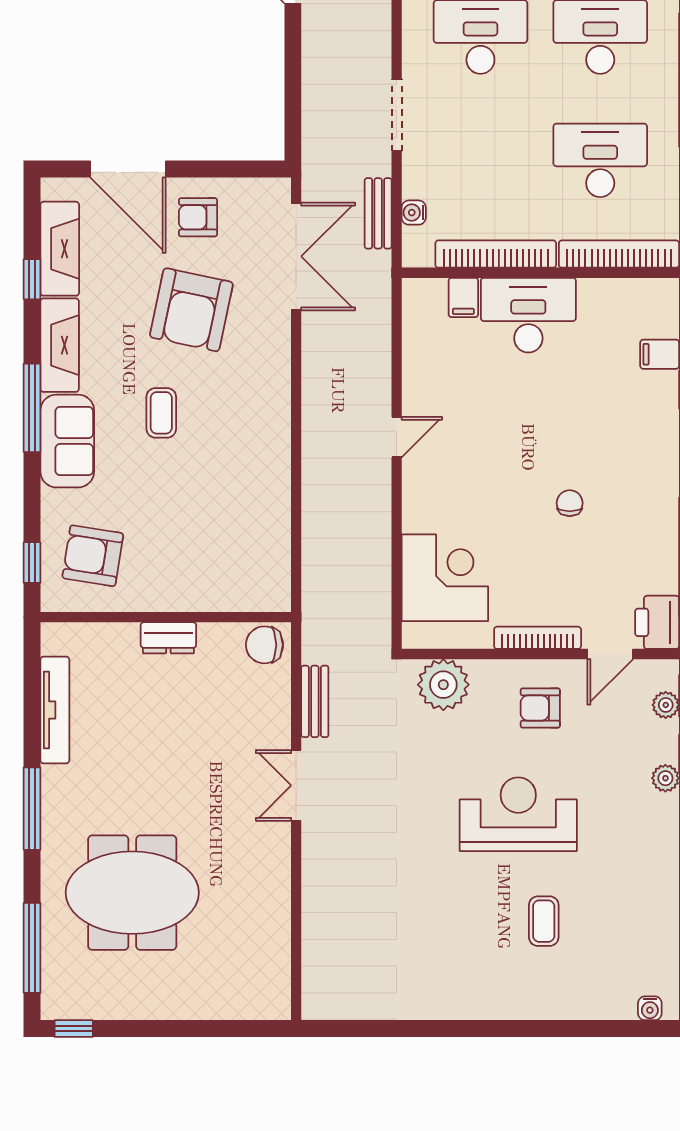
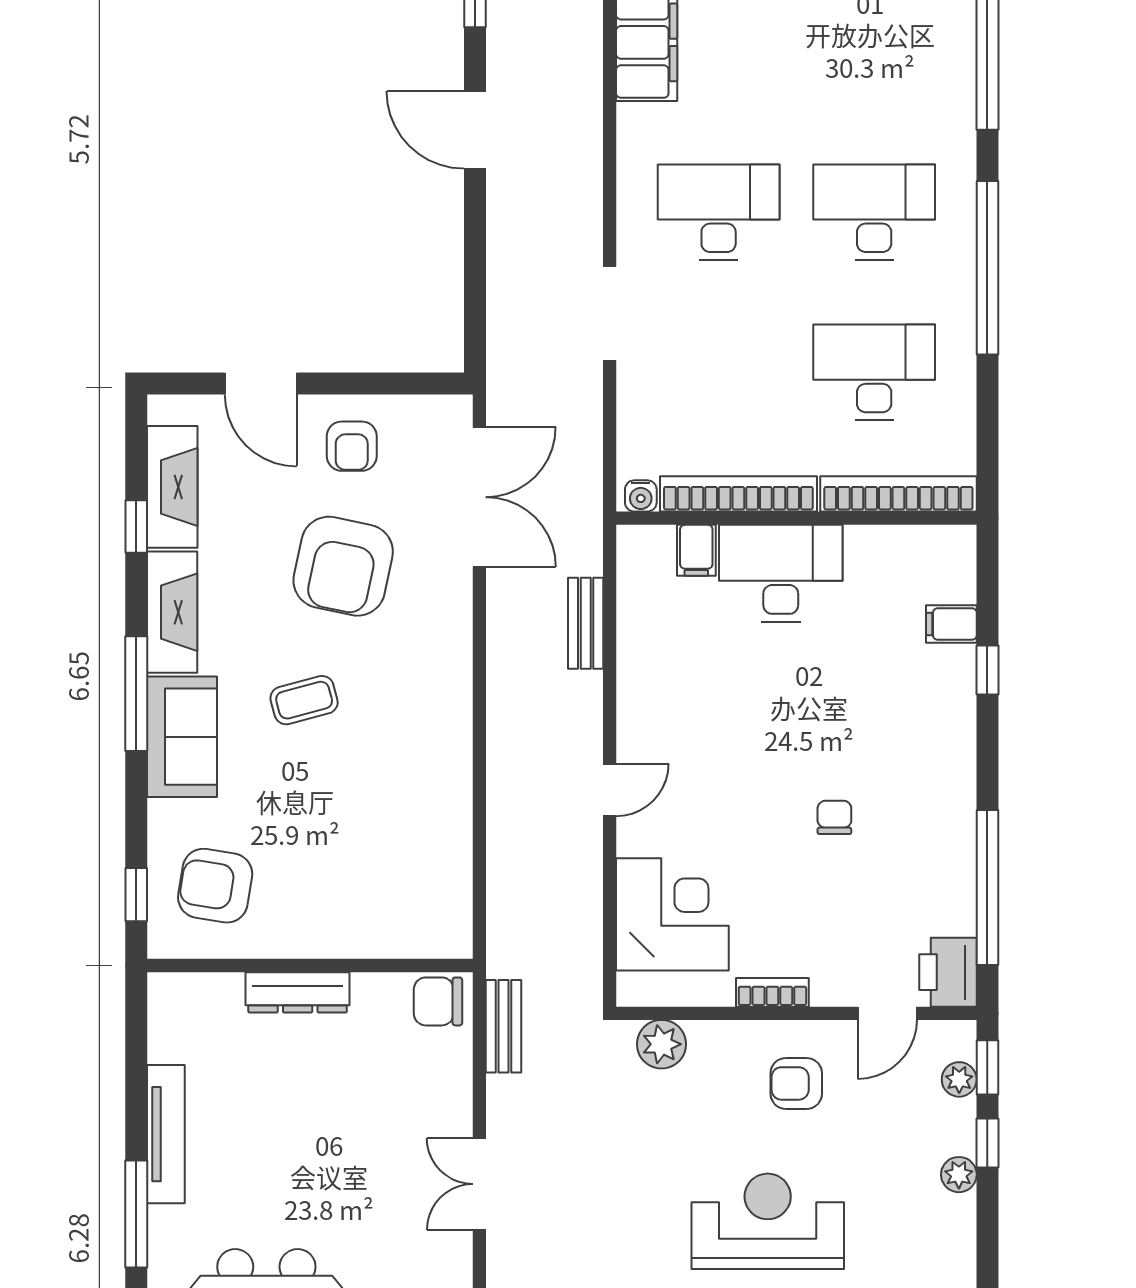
door: (128, 169) -> (261, 384), width x0.73
bench: (378, 213) -> (586, 623), moved
water cooler: (414, 213) -> (641, 496), moved, turned -90
armchair: (198, 217) -> (352, 446), turned -90
coffee table: (161, 413) -> (304, 700), turned 75
door: (397, 437) -> (610, 790), moved
dresser: (168, 638) -> (298, 992), width x1.44
bookcase: (538, 638) -> (772, 992), width x0.64
plant: (443, 685) -> (661, 1044), width x0.73, depth x0.73
bench: (315, 701) -> (504, 1026), moved
tv unit: (55, 710) -> (166, 1134), moved

